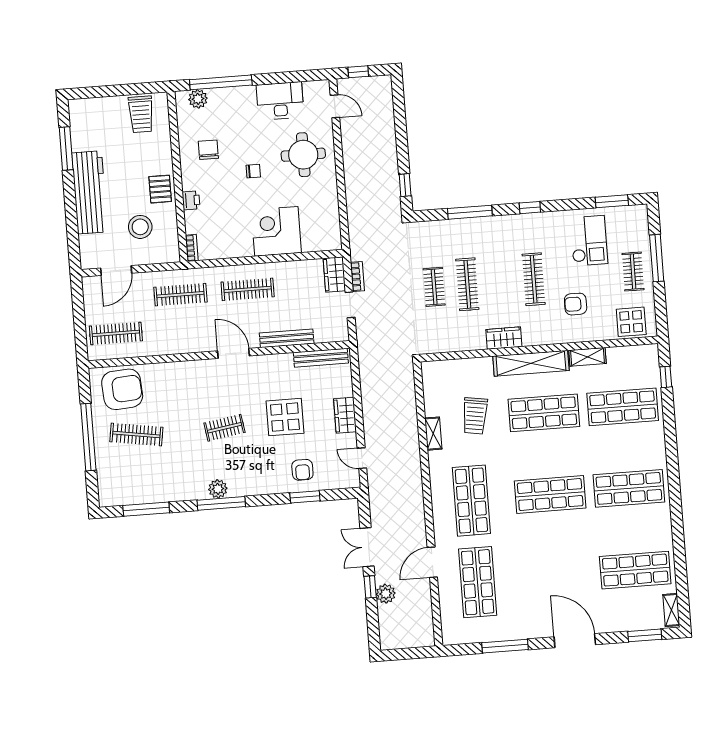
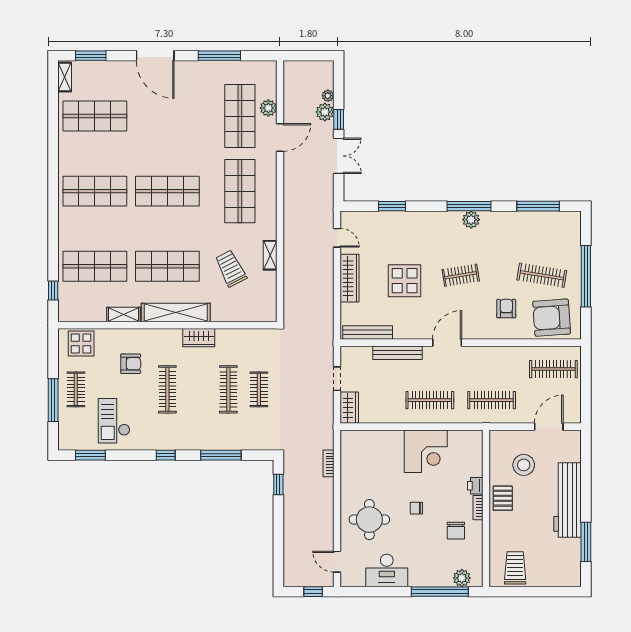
corner desk: (276, 231) -> (426, 451), moved
bookcase: (192, 248) -> (478, 508), moved
bookcase: (357, 276) -> (328, 463), moved
door: (234, 353) -> (447, 343), swing flipped
wardrobe: (345, 415) -> (349, 278), width x1.50
trolley: (475, 416) -> (231, 268), turned -36
armchair: (302, 470) -> (506, 309), moved
plant: (447, 593) -> (268, 108), added
plant: (384, 612) -> (328, 96), added

